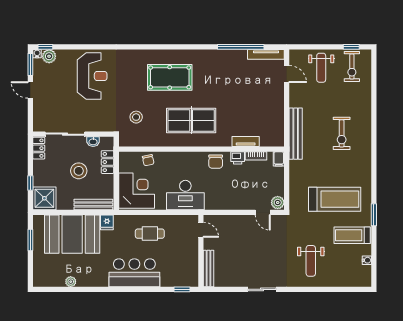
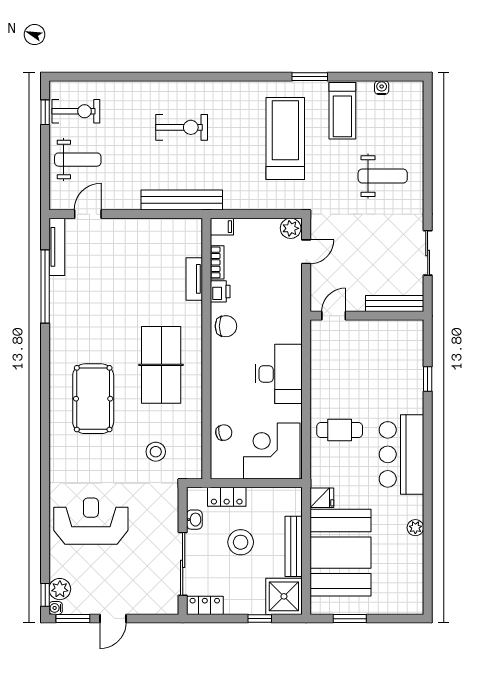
bench: (93, 204) -> (294, 546), moved
door: (201, 230) -> (334, 316), moved
cafe table: (150, 234) -> (340, 430), turned 90
wall: (201, 251) -> (367, 316), moved
bench: (208, 268) -> (395, 304), moved
plant: (71, 282) -> (415, 528), moved

